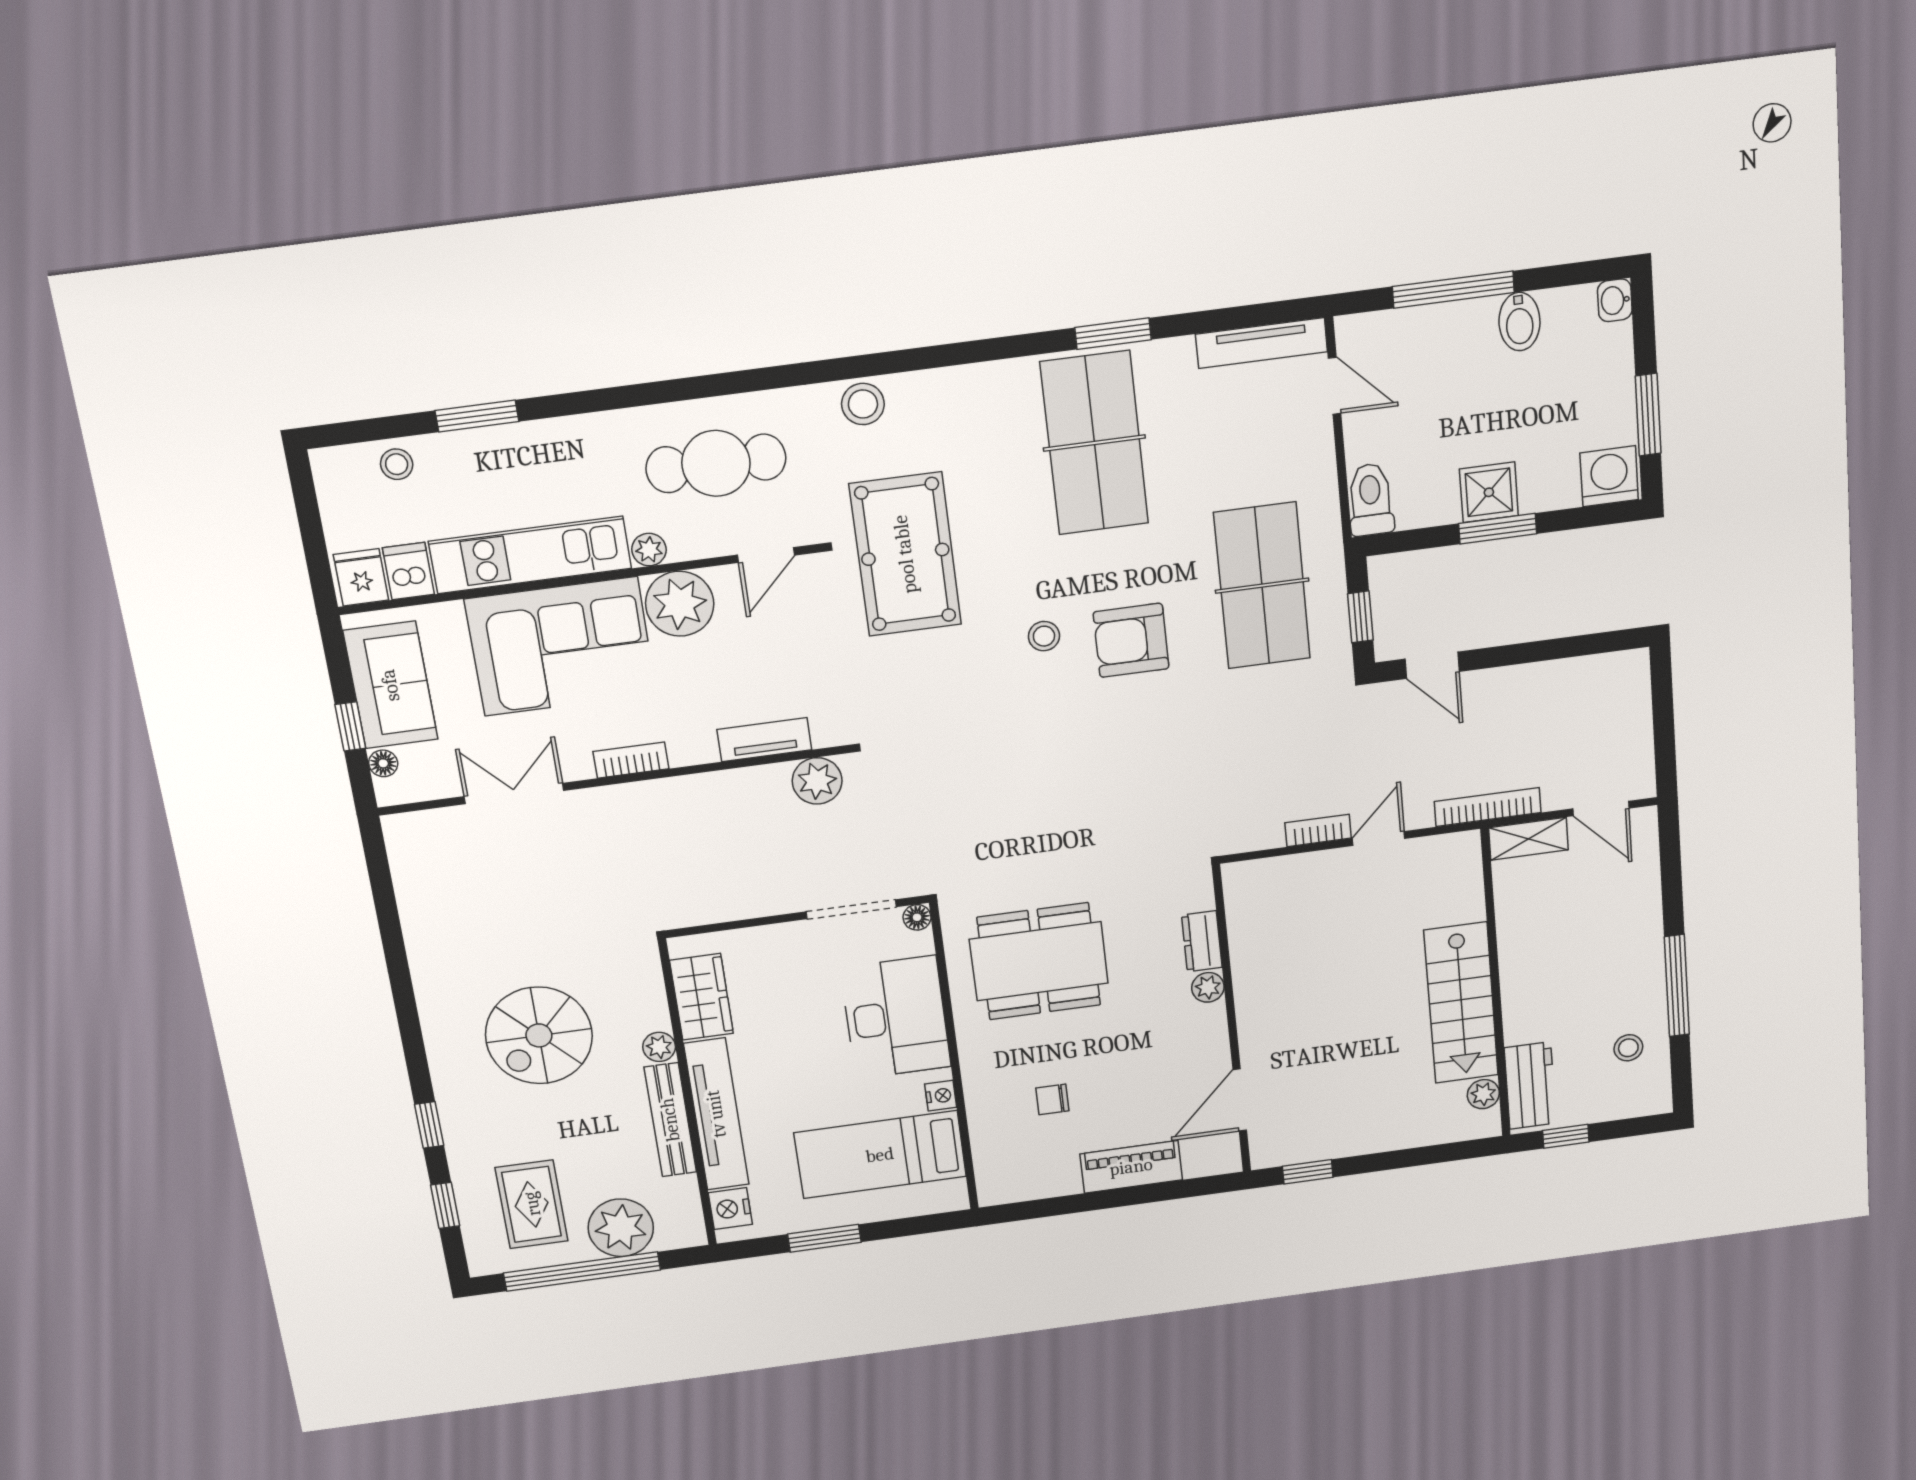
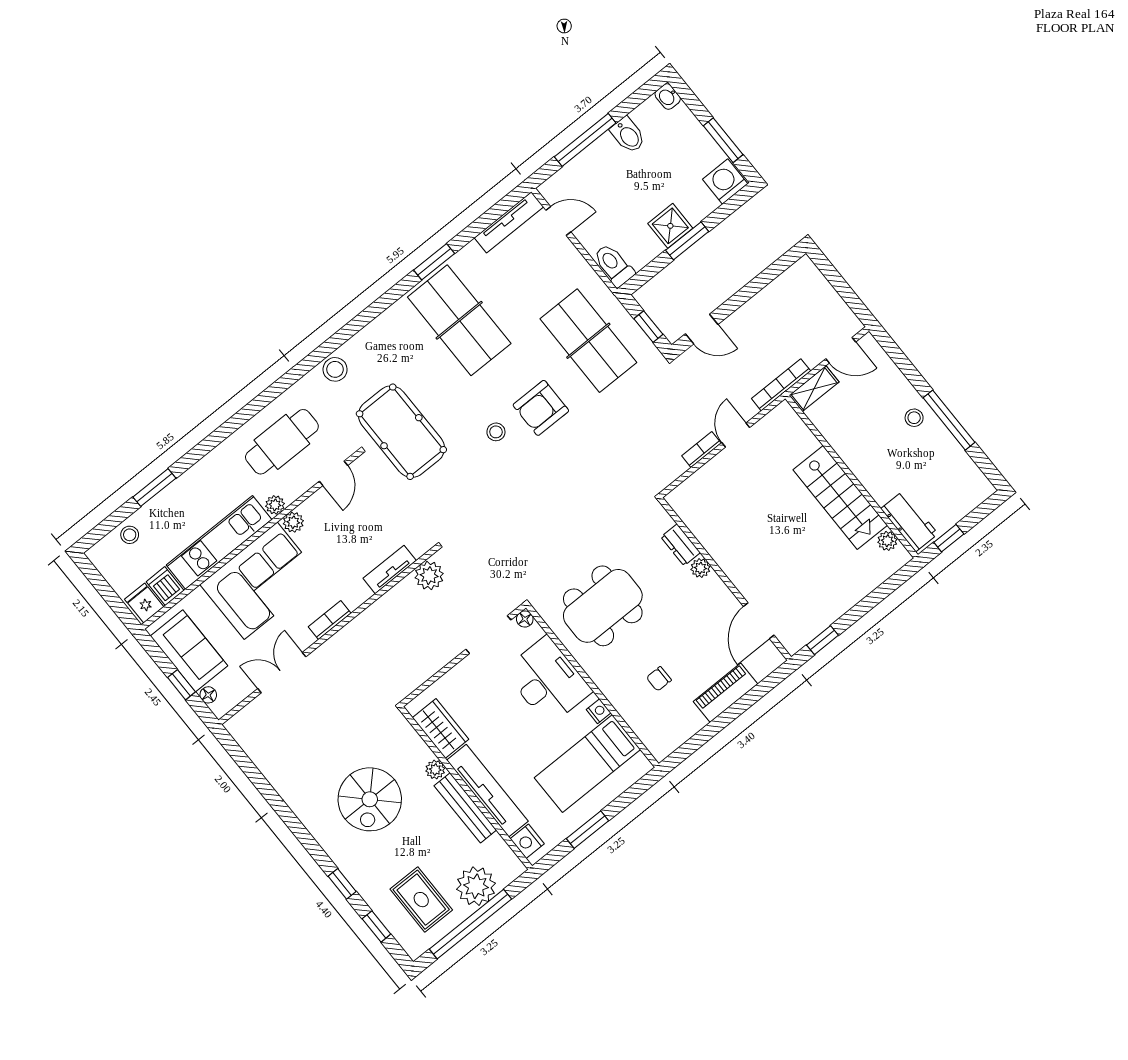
plant: (680, 604) -> (293, 522), width x0.53, depth x0.53
stool: (1628, 1048) -> (914, 418), moved

